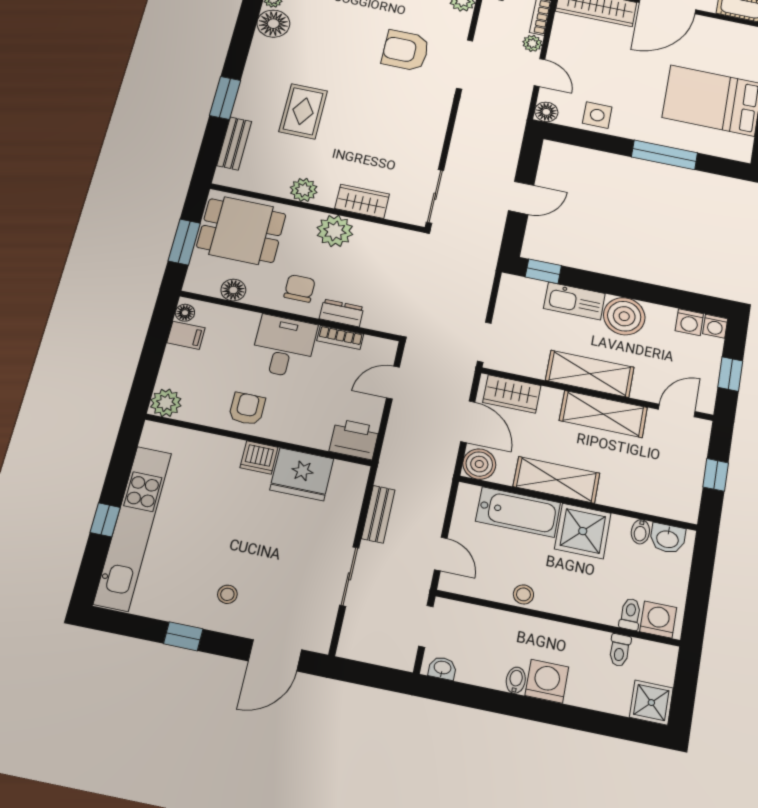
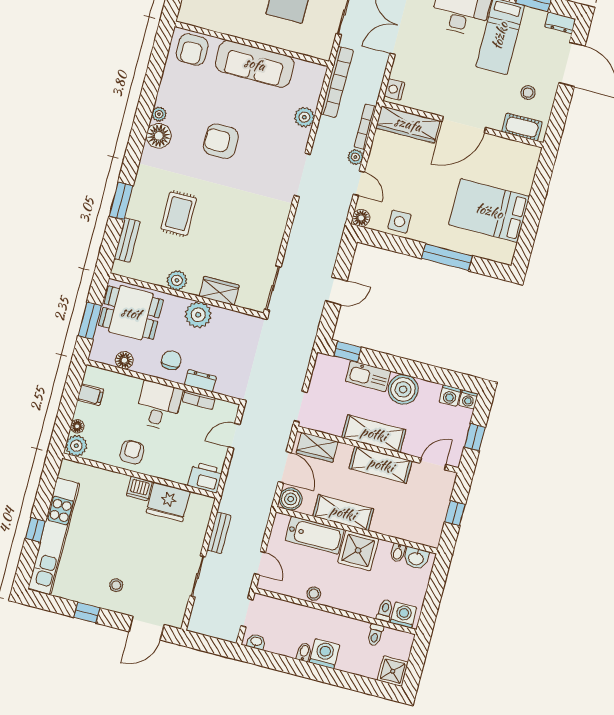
armchair: (406, 51) -> (221, 141), moved
floor lamp: (185, 313) -> (77, 426), moved

